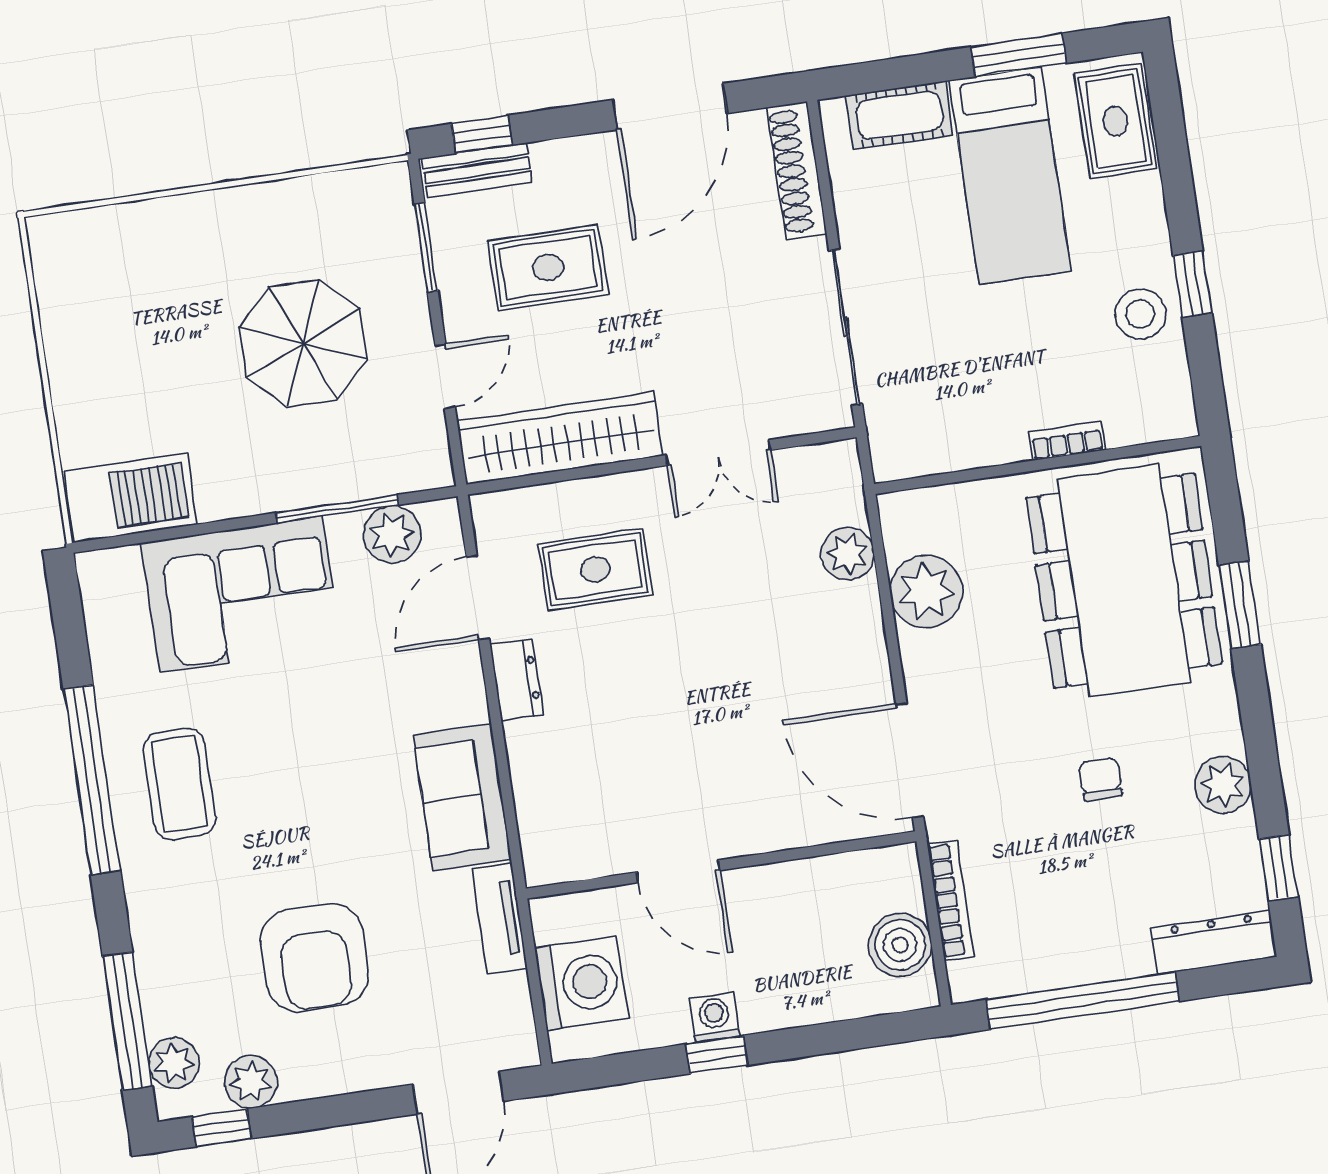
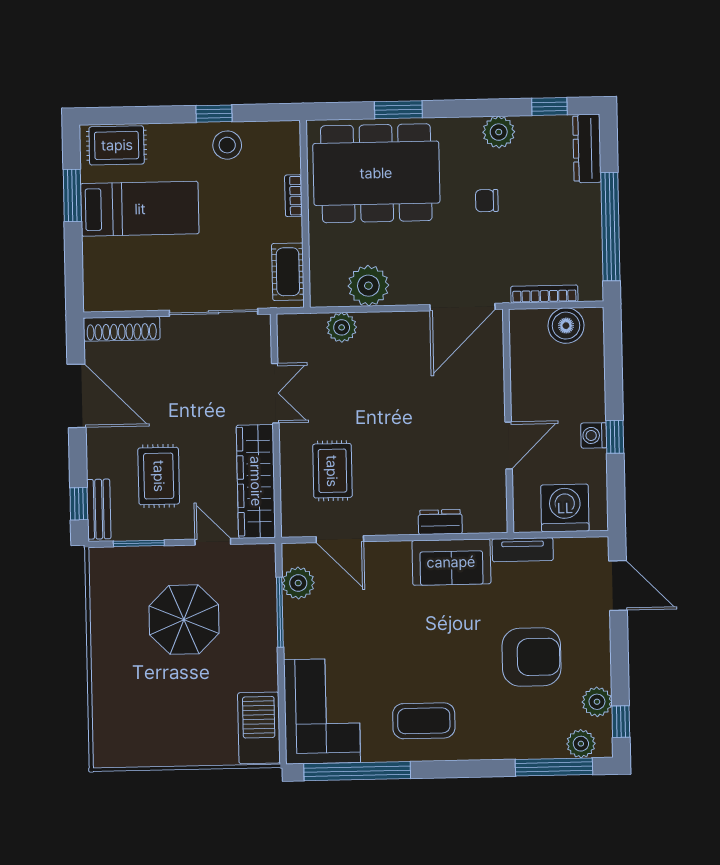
cot: (899, 115) -> (288, 272), moved
corner sofa: (241, 594) -> (322, 711), moved
dresser: (517, 680) -> (440, 522), moved
window: (92, 780) -> (357, 771), moved

